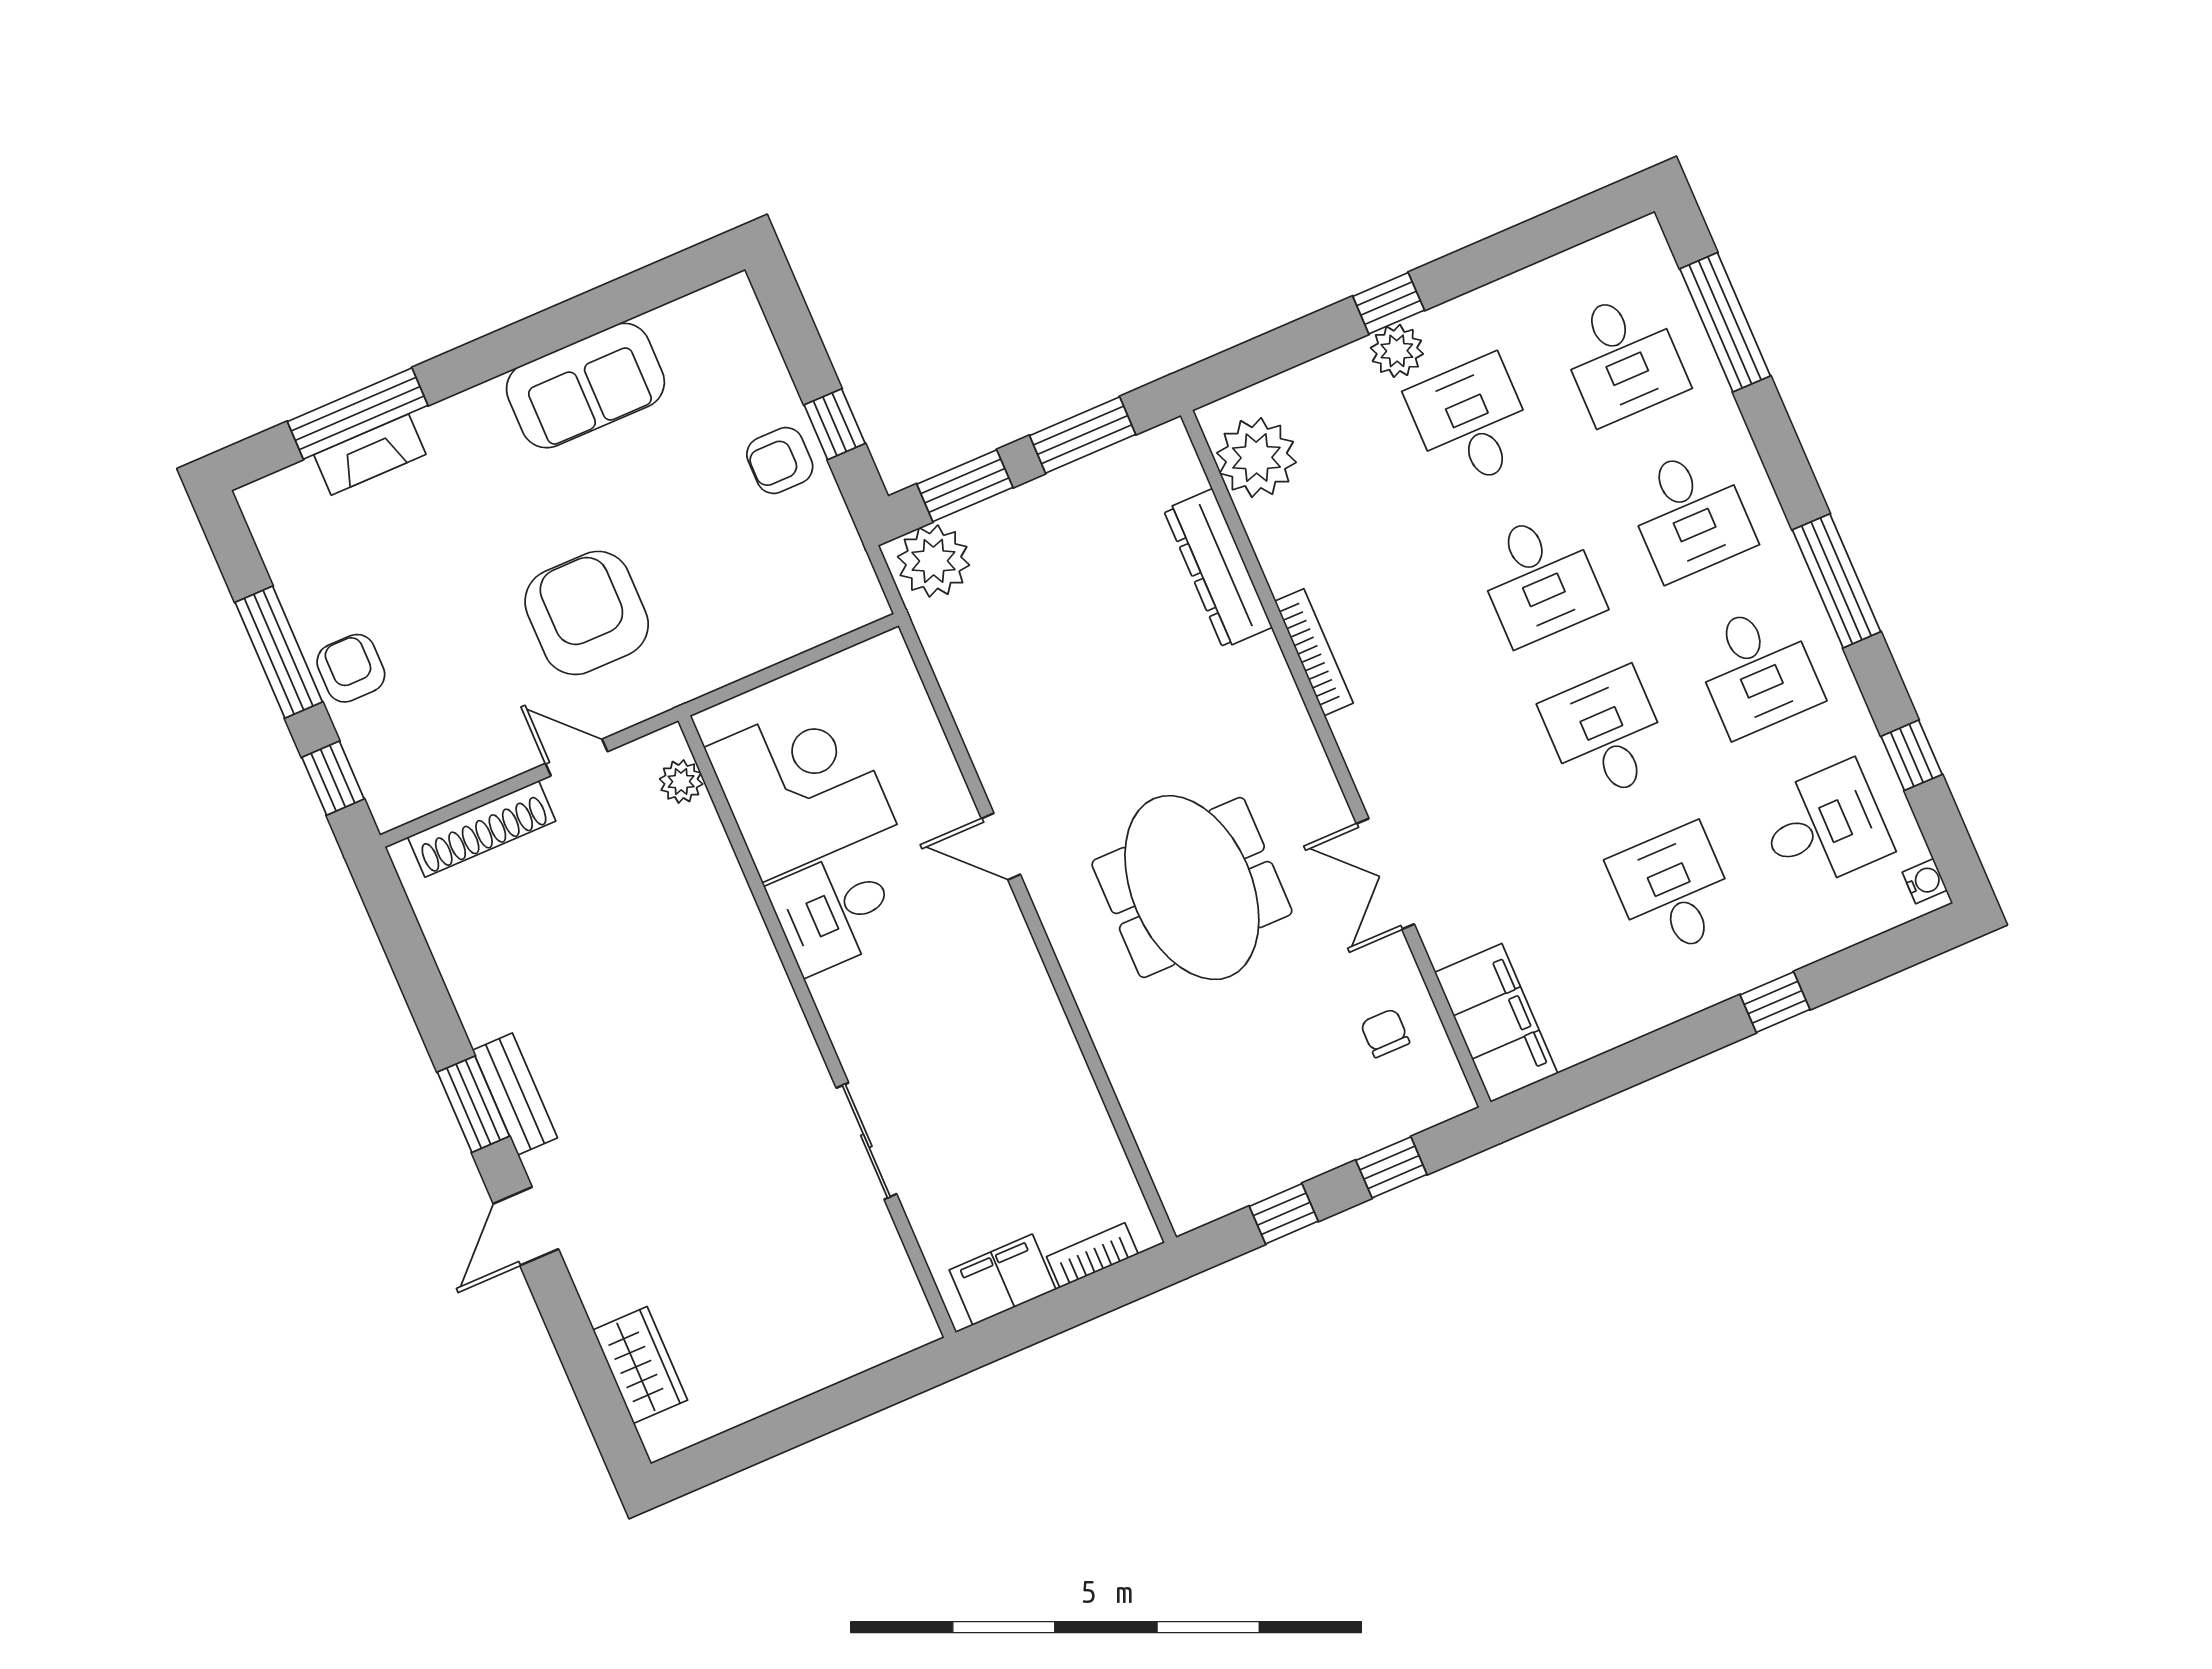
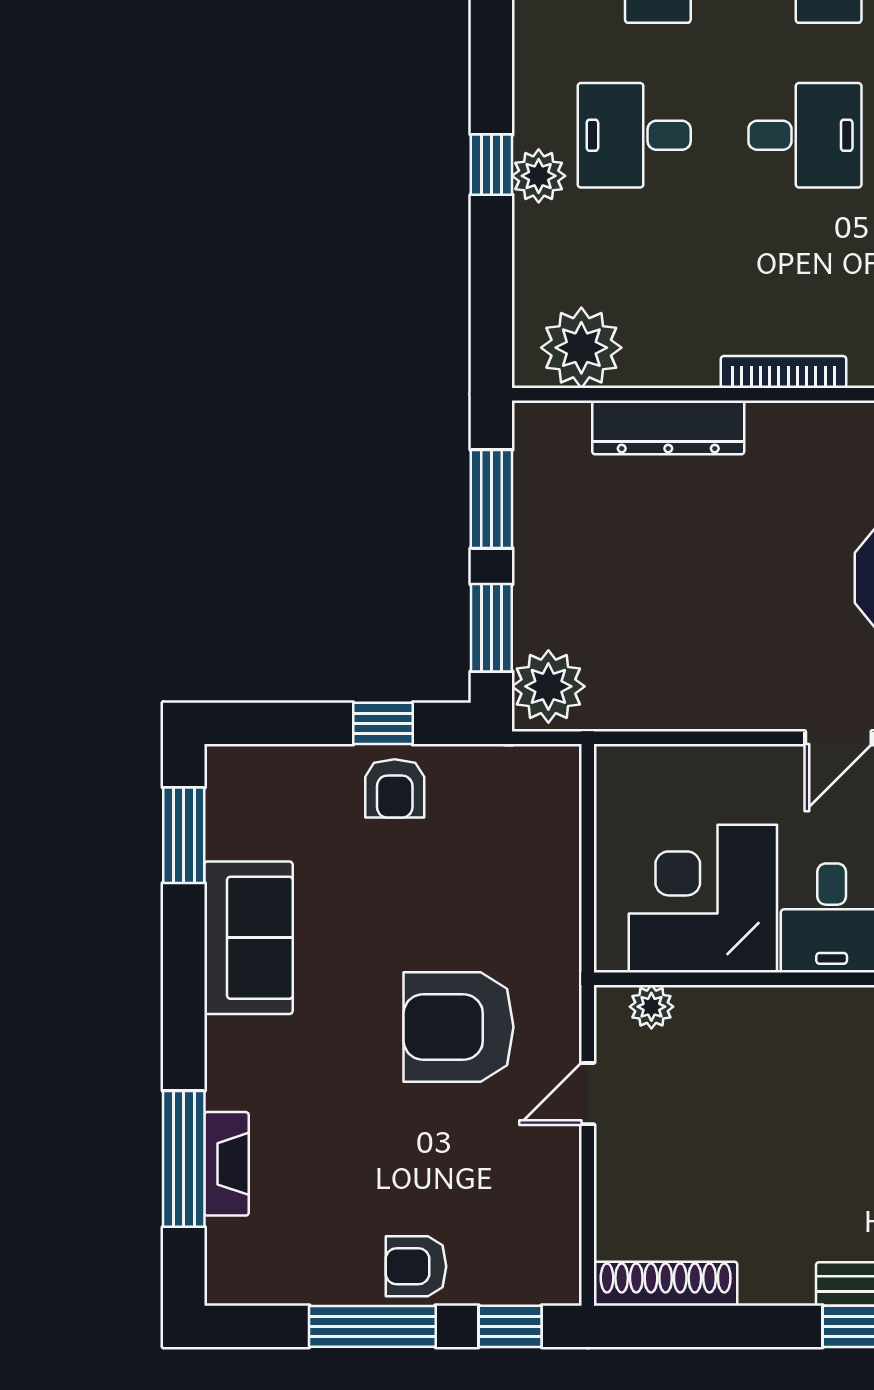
window: (654, 286) -> (184, 835), added
shoe rack: (482, 829) -> (666, 1284), moved, turned -90

